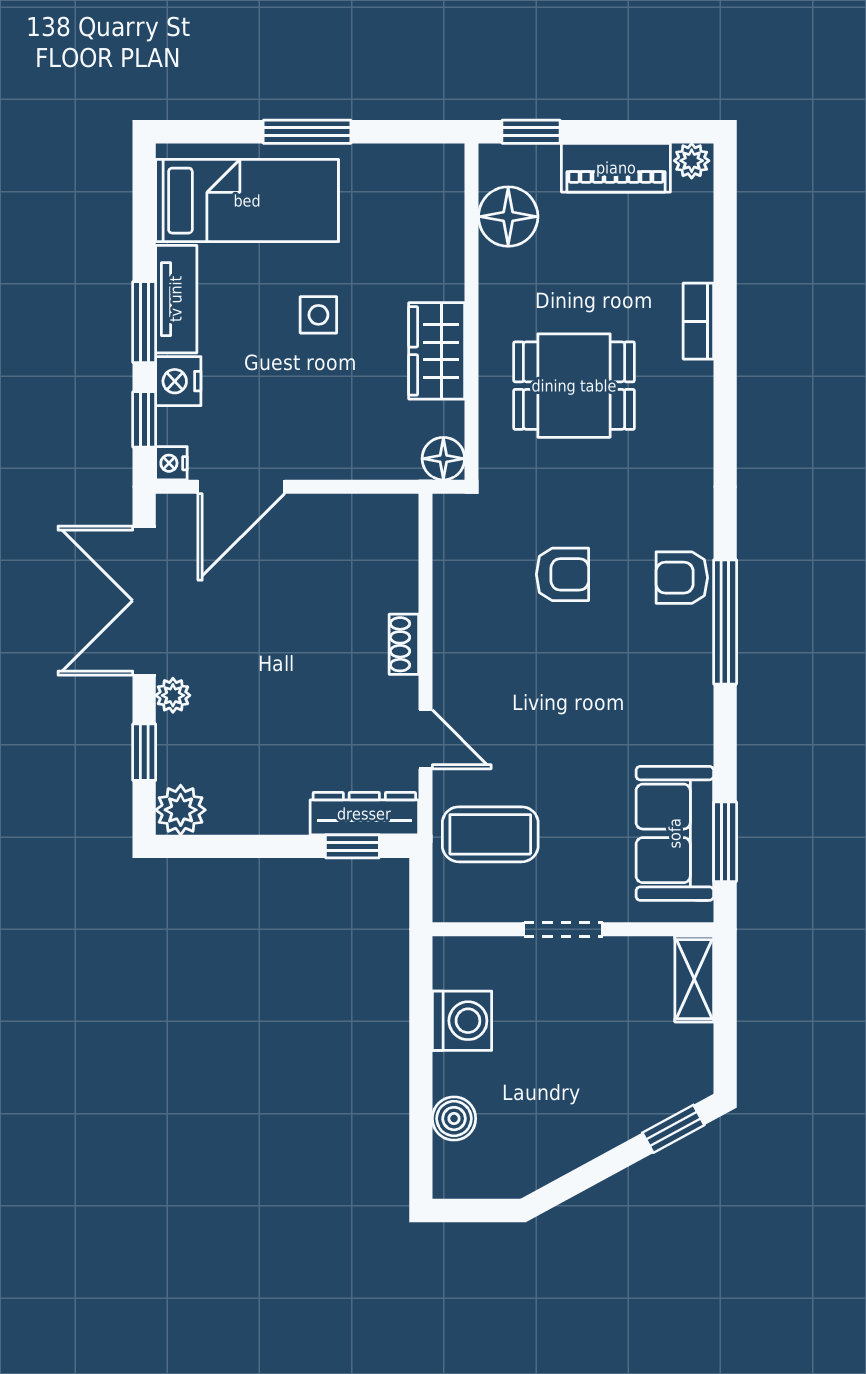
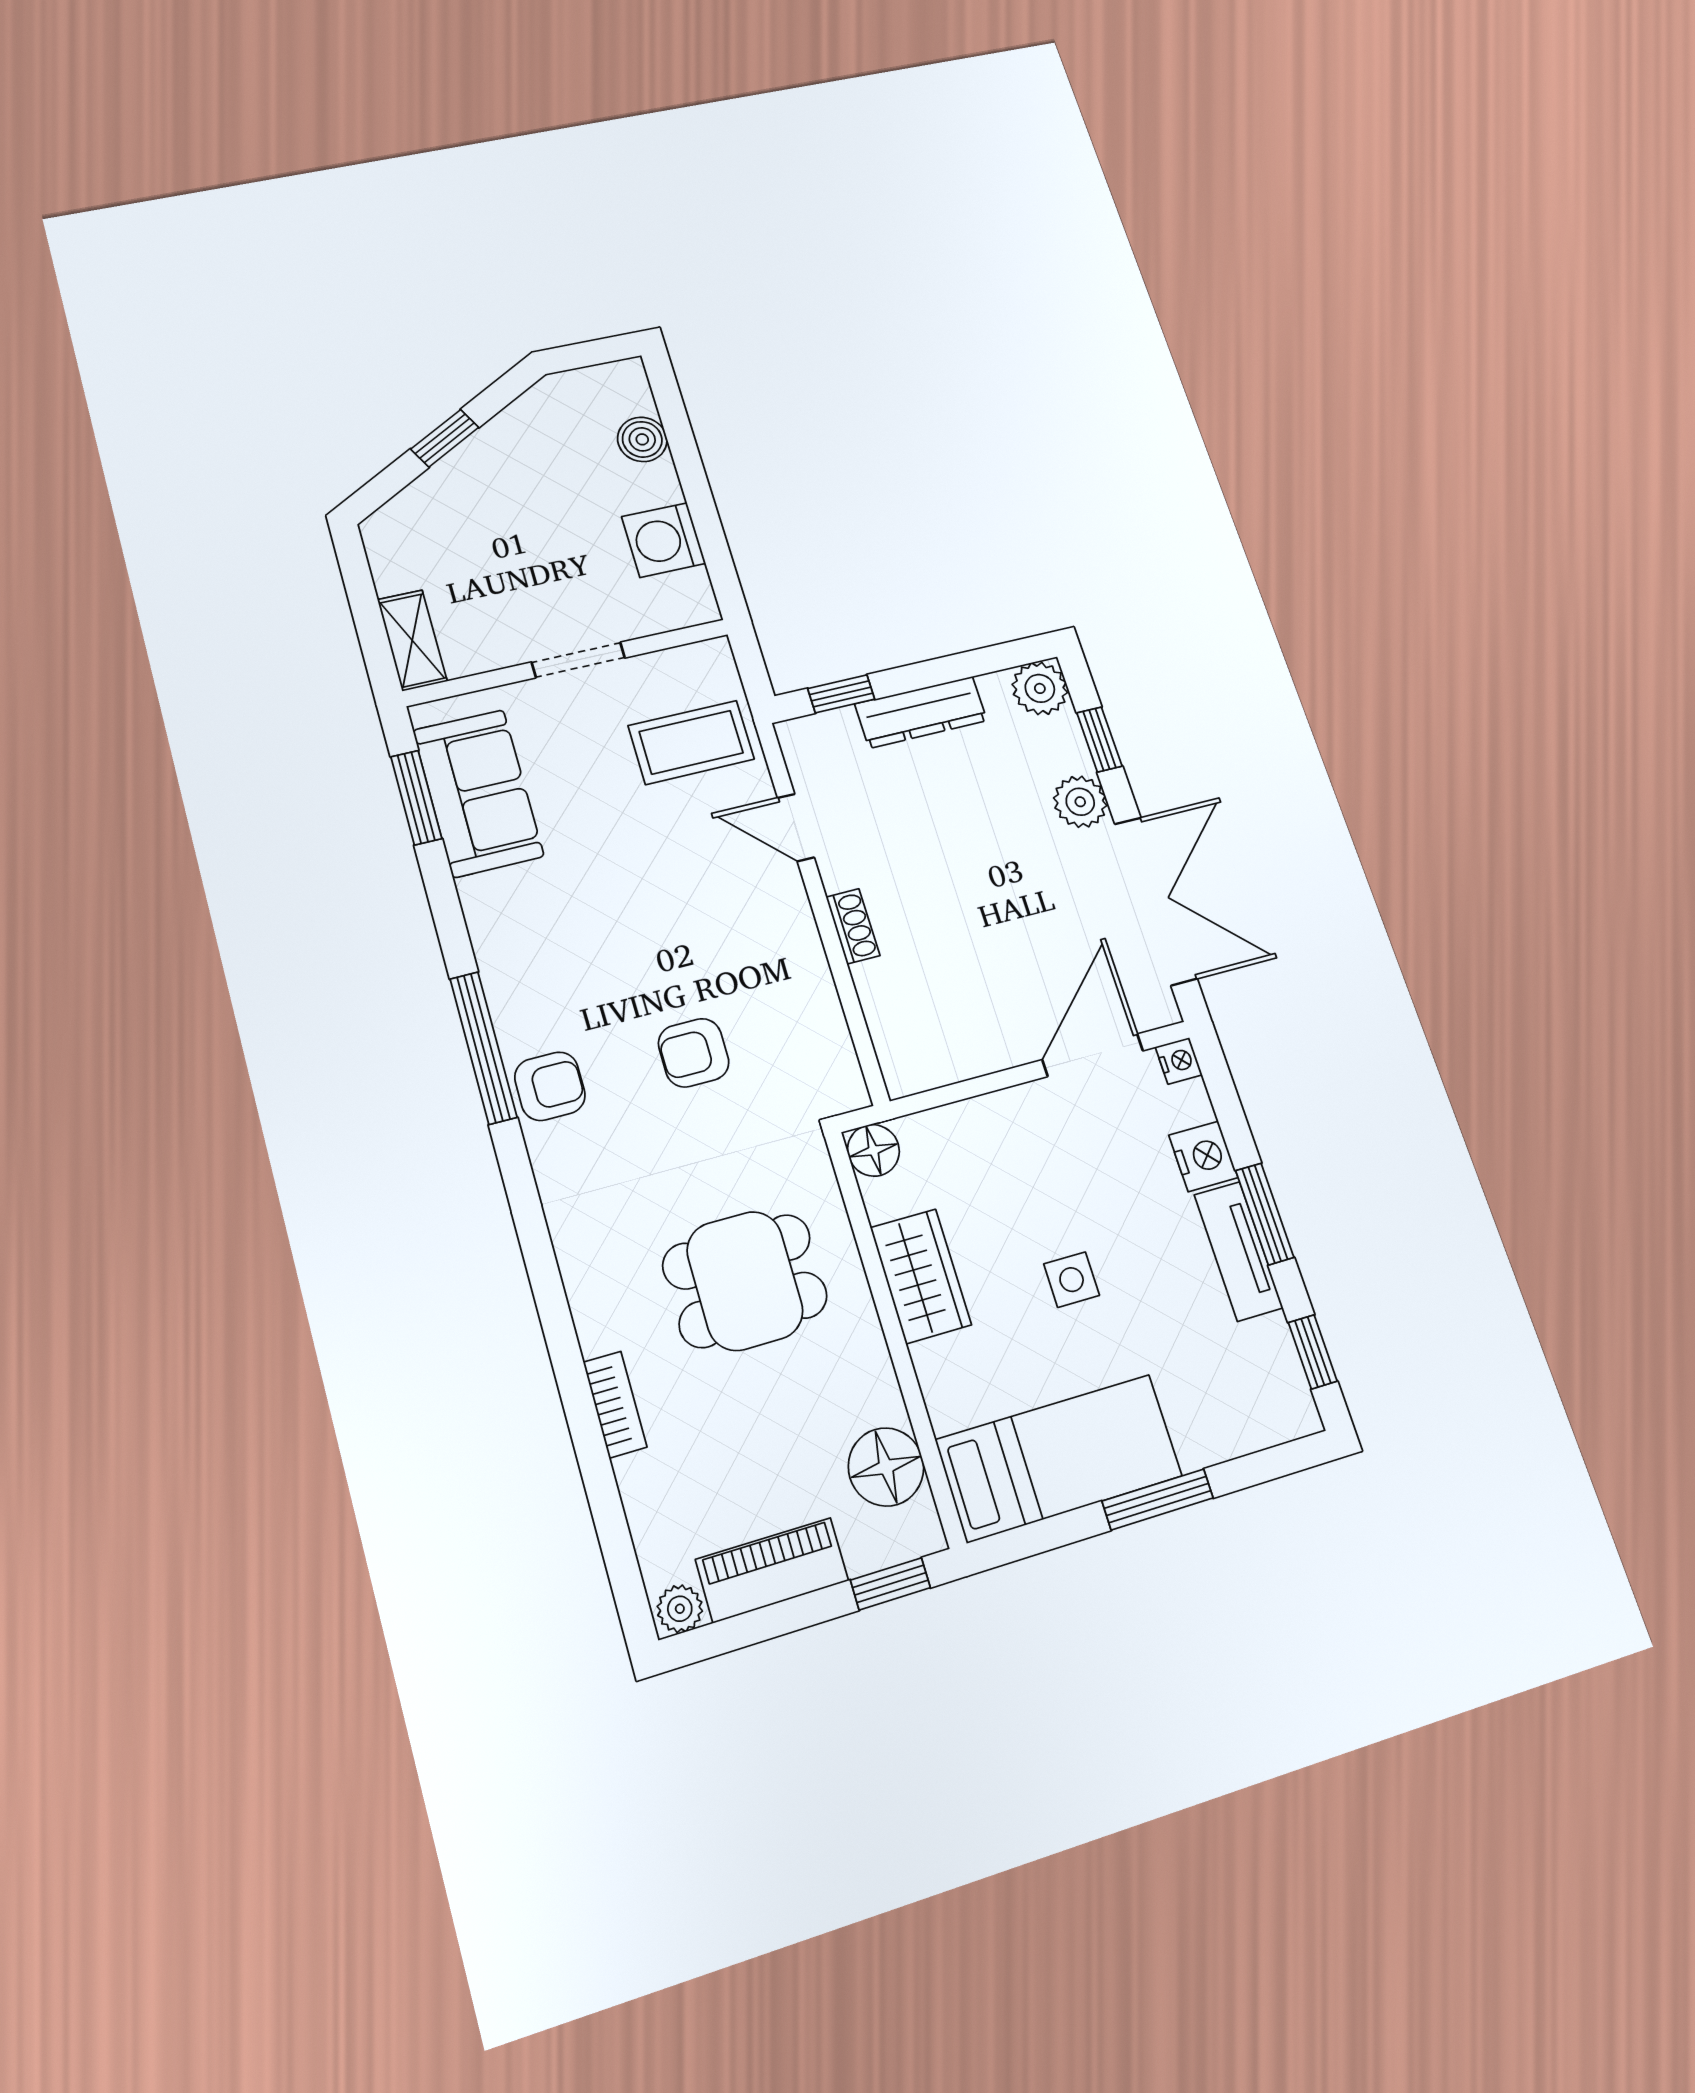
bed: (247, 201) -> (1059, 1458), moved, turned 180
window: (144, 419) -> (1313, 1352), moved
plant: (173, 695) -> (1080, 802), width x1.38, depth x1.38
dresser: (364, 814) -> (921, 712), moved
window: (673, 1129) -> (445, 438), moved

